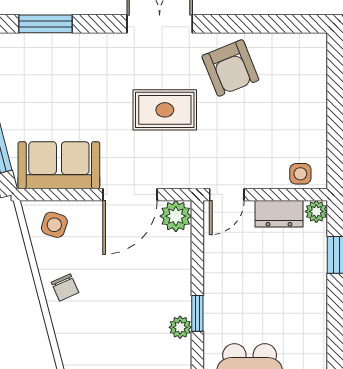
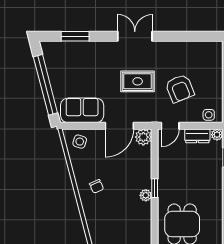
armchair: (230, 68) -> (180, 88), moved
chair: (65, 287) -> (97, 186), moved

